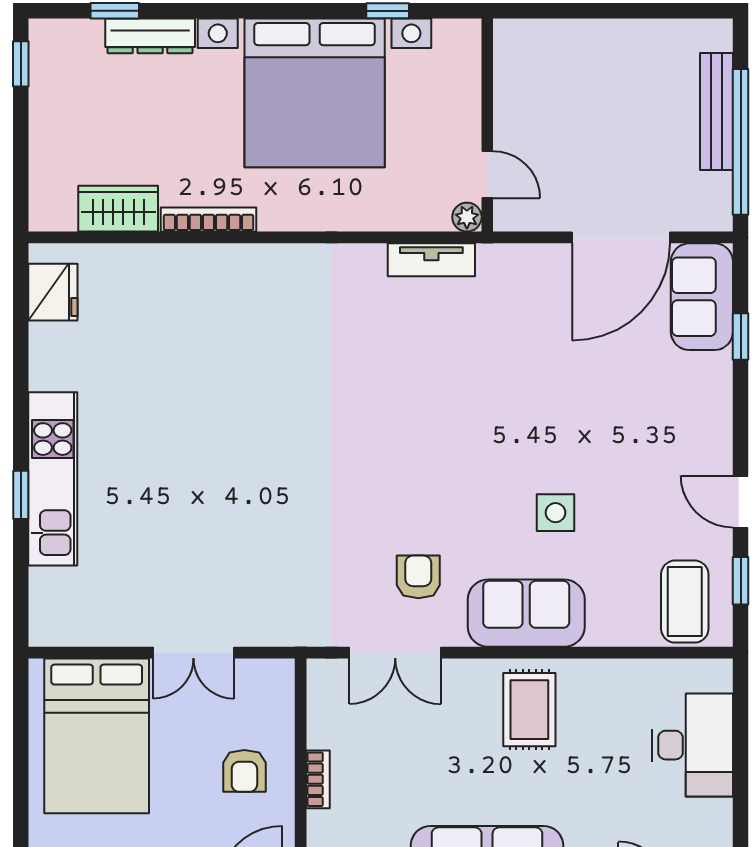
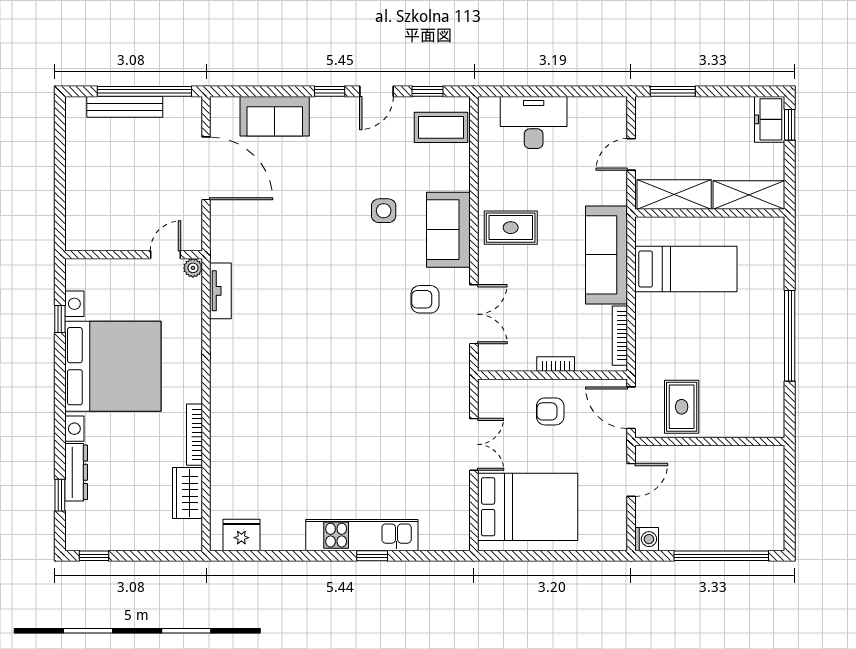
sofa: (702, 297) -> (275, 116), moved
window: (741, 336) -> (330, 91), moved
armchair: (244, 771) -> (550, 411), turned 180

